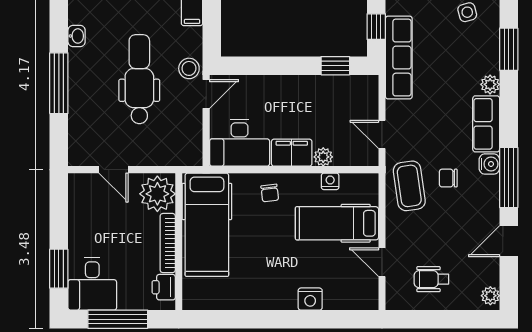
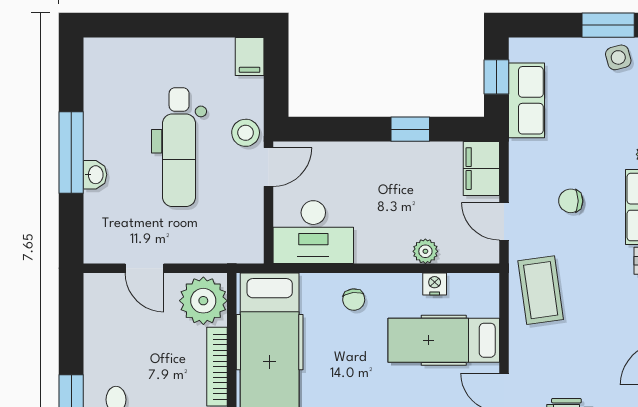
washbasin: (77, 36) -> (95, 175), moved
row of seats: (399, 58) -> (527, 100), width x0.68
window: (335, 66) -> (410, 129), moved
dental chair: (139, 79) -> (179, 147), turned 180
filing cabinet: (292, 153) -> (481, 169), moved, turned -90
chair: (448, 178) -> (571, 201), moved

